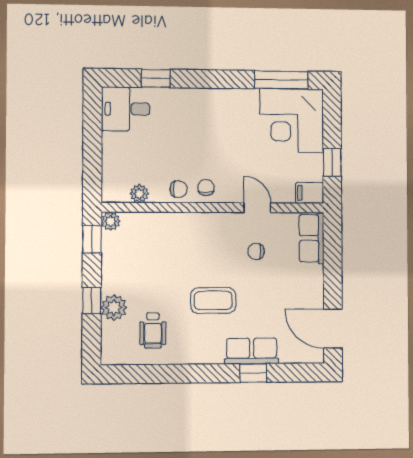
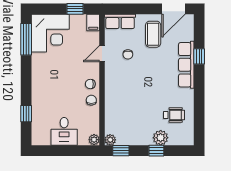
desk: (126, 109) -> (64, 131), moved
plant: (139, 194) -> (94, 140), moved
coffee table: (213, 301) -> (153, 34), moved
row of seats: (252, 351) -> (186, 65), width x1.48

